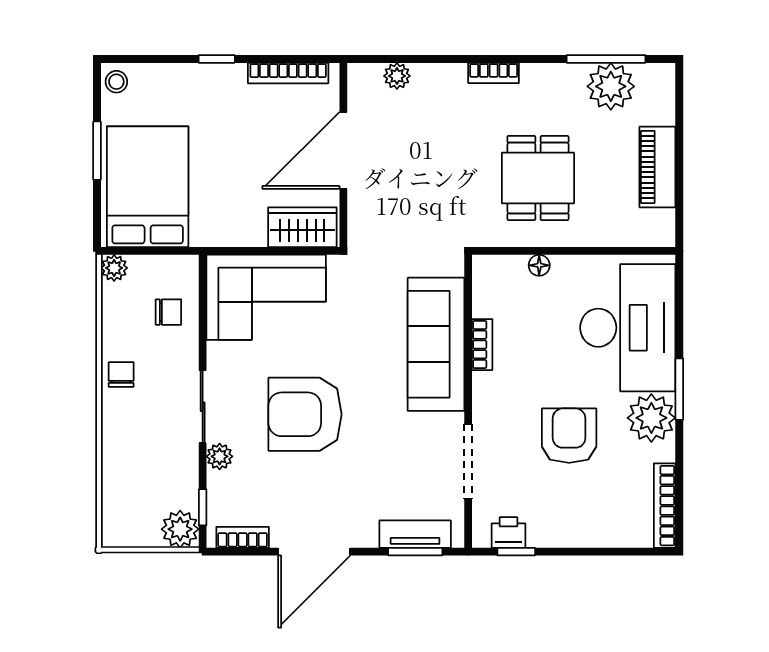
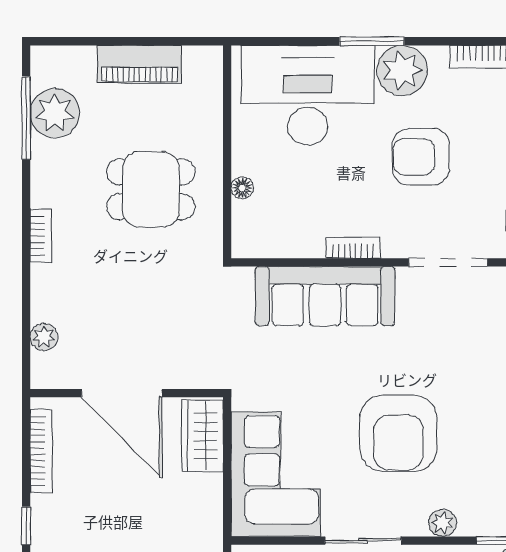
bookcase: (482, 345) -> (353, 248), moved
sliding door: (203, 407) -> (363, 541), moved

